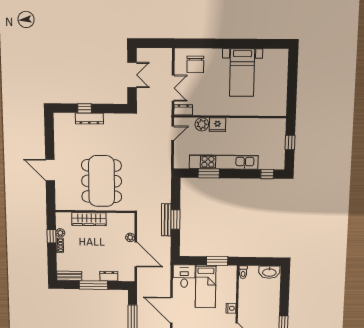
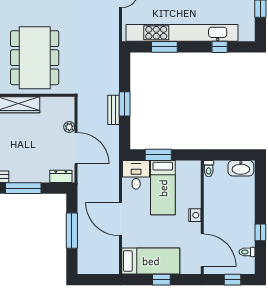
kitchen unit: (224, 162) -> (182, 33), width x1.36
window: (267, 174) -> (220, 47), moved
bench: (166, 220) -> (113, 110), width x0.73
window: (217, 261) -> (158, 155), moved
dresser: (109, 276) -> (61, 176), moved

